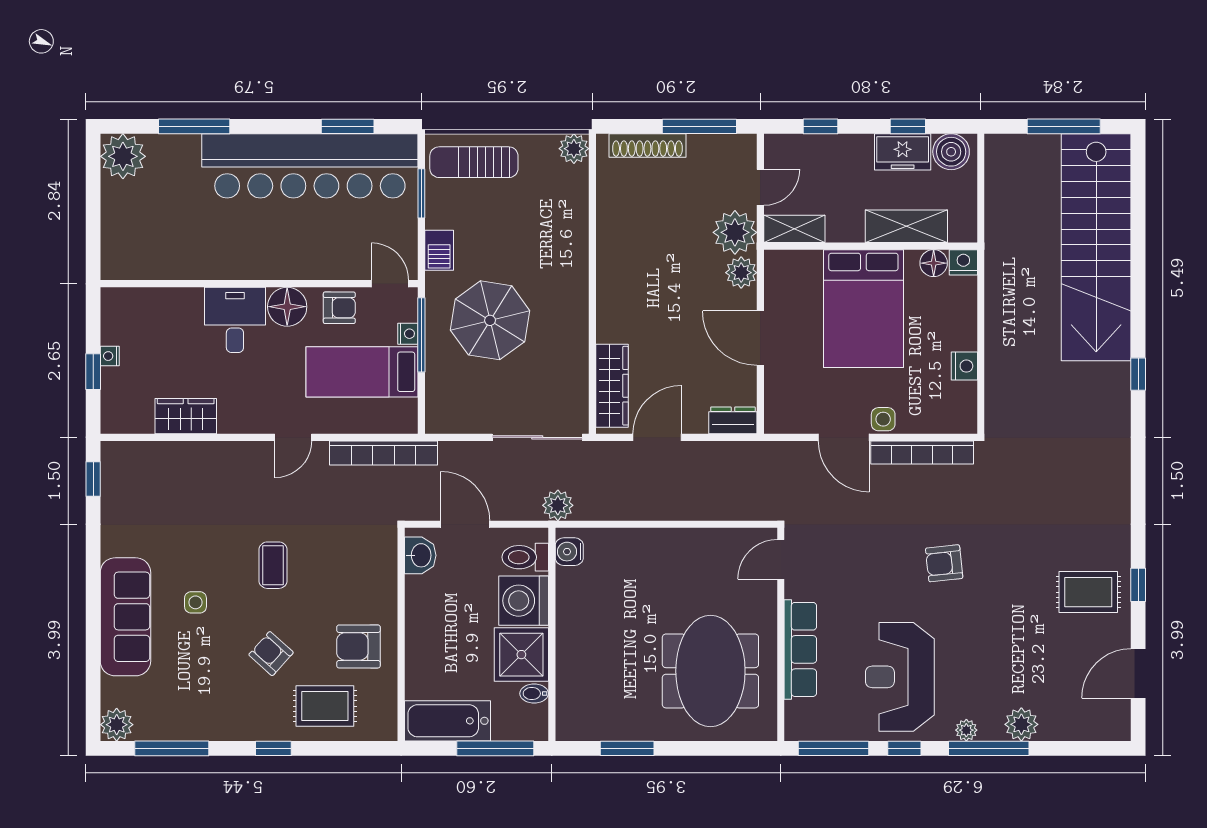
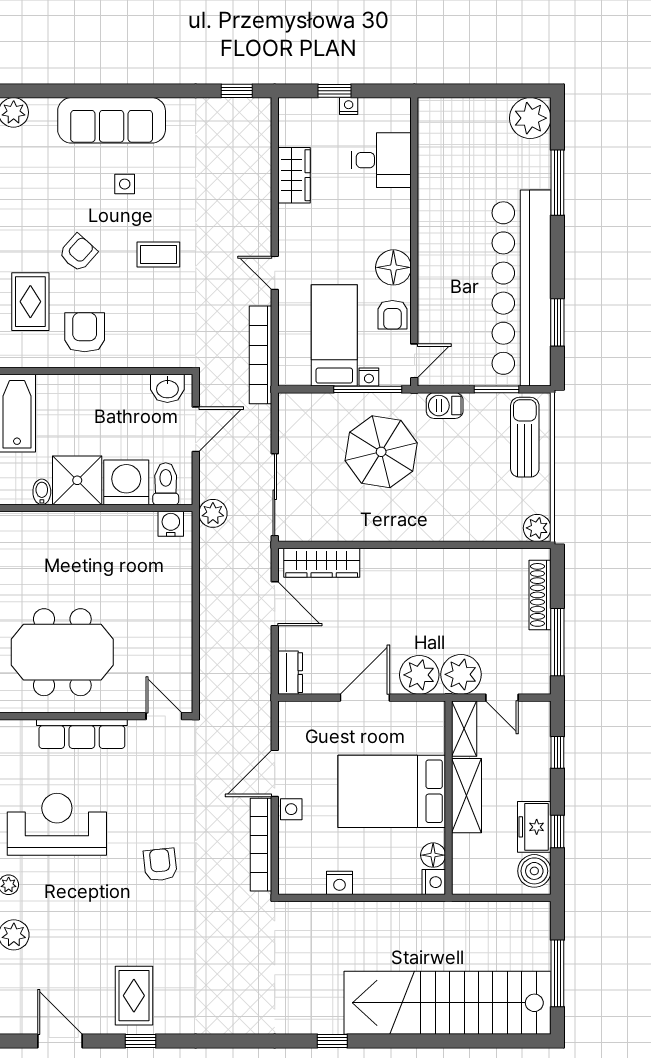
shelving: (906, 226) -> (467, 796), moved
plant: (741, 273) -> (419, 675), width x1.36, depth x1.36
desk: (235, 320) -> (381, 160), moved

